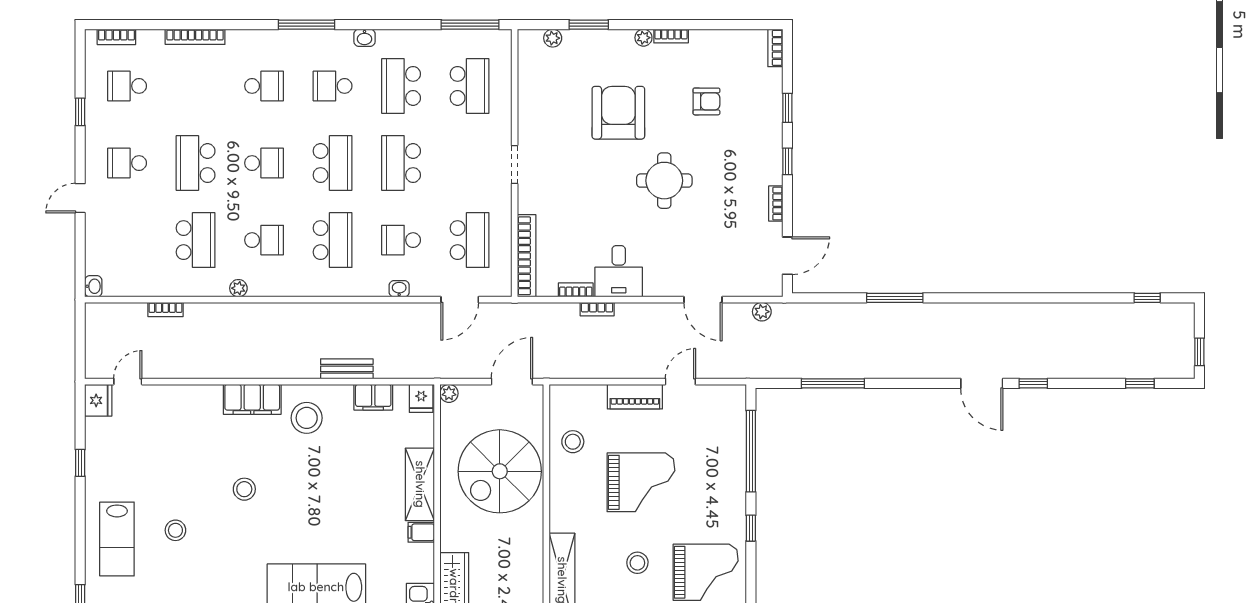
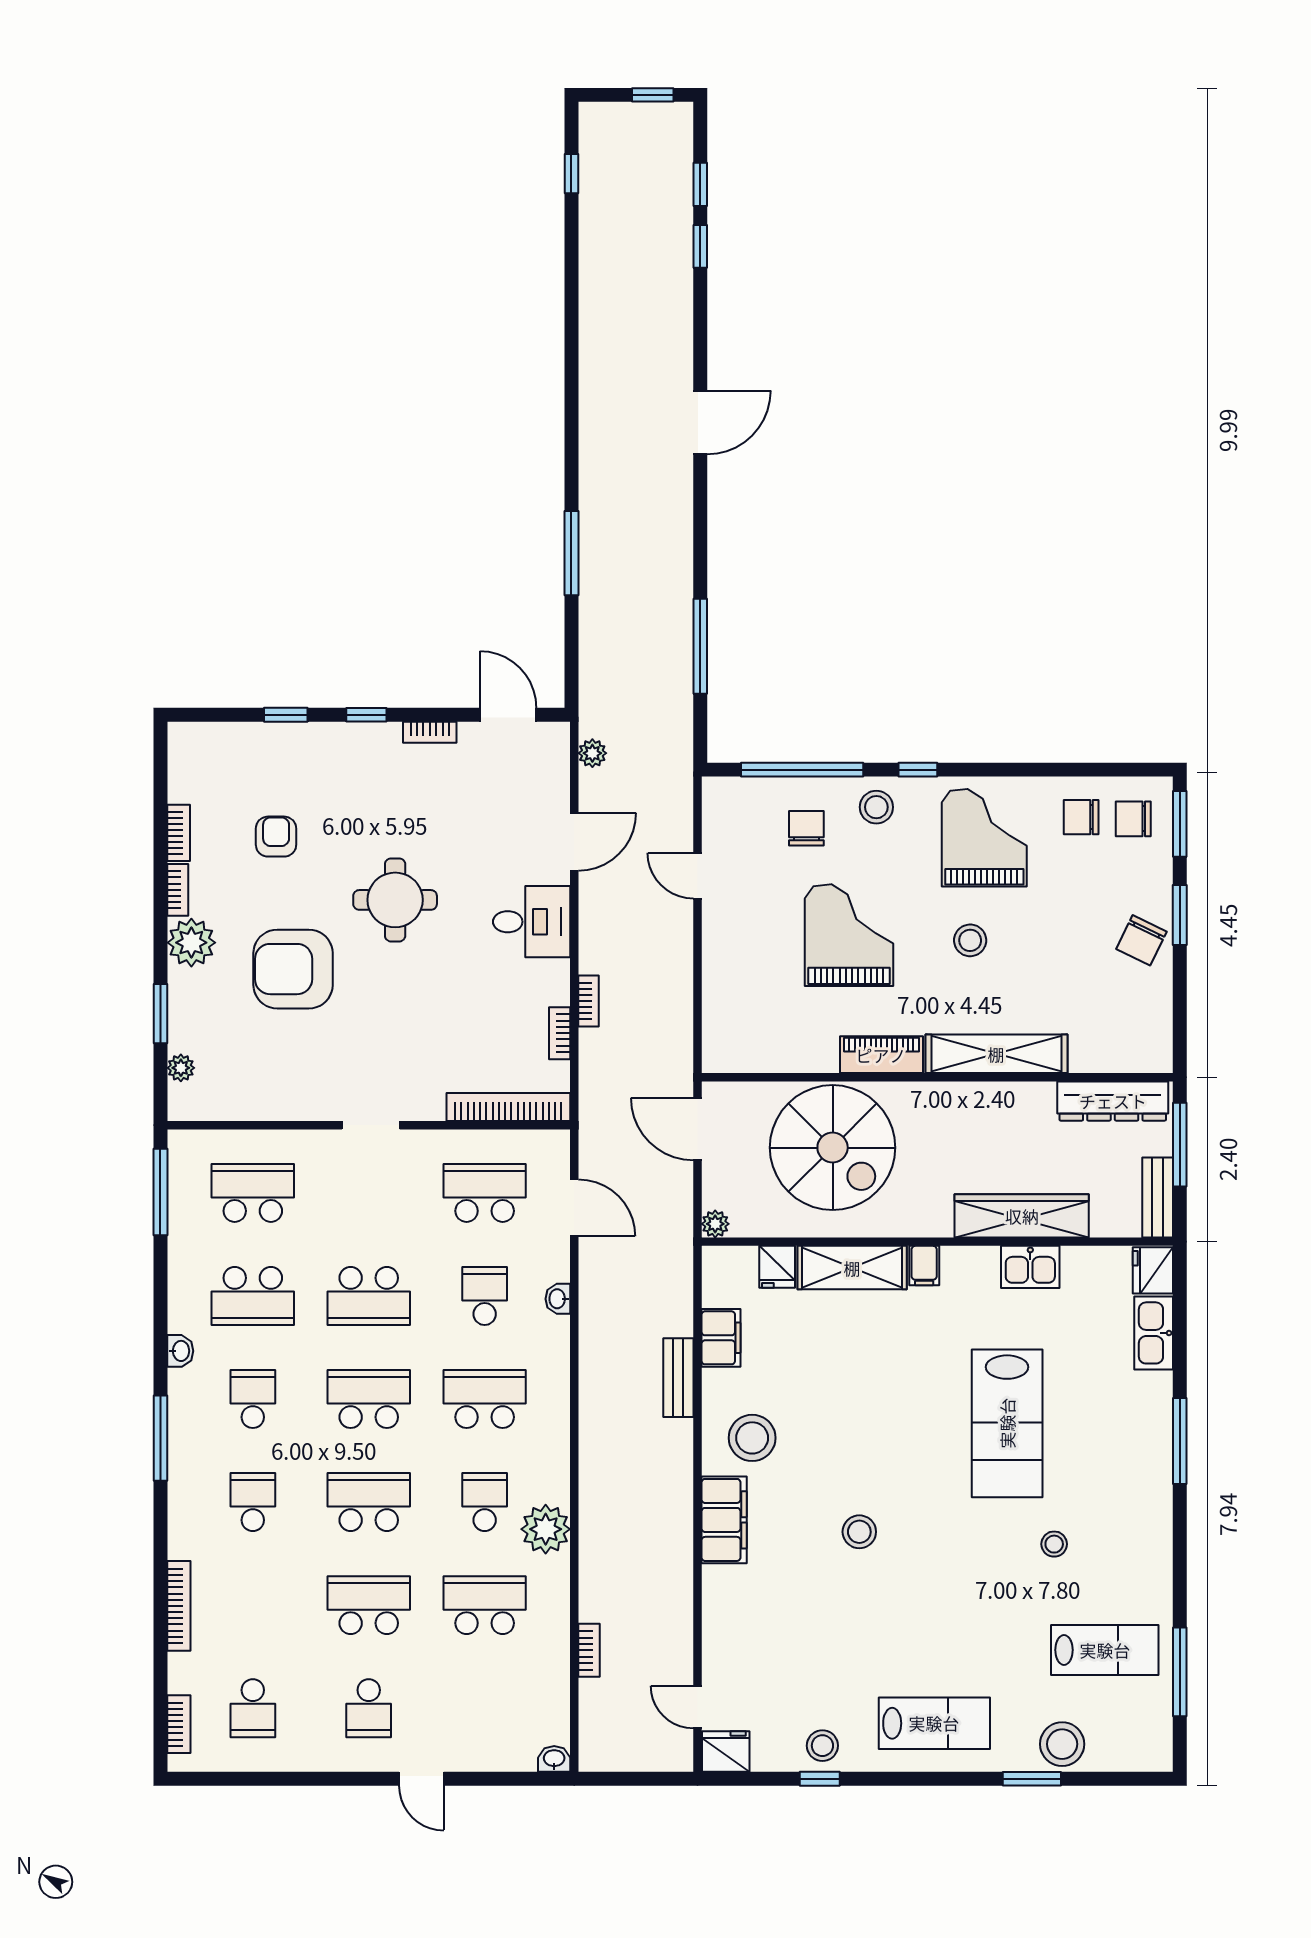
plant: (643, 38) -> (191, 943), width x1.87, depth x1.87
bookcase: (775, 48) -> (179, 833), moved, turned -90
school desk: (333, 86) -> (253, 1399), turned 180
window: (80, 112) -> (292, 1779), removed
school desk: (196, 163) -> (369, 1605), turned 180
school desk: (264, 163) -> (369, 1502), width x1.85
school desk: (401, 240) -> (485, 1296), turned 180
desk: (619, 271) -> (532, 922), moved
plant: (238, 288) -> (546, 1529), width x1.87, depth x1.87
window: (1033, 383) -> (700, 246), moved
piano: (635, 397) -> (881, 1055), moved, turned -90
fridge: (421, 398) -> (777, 1267), moved, turned 90
stool: (573, 442) -> (876, 807), moved
chair: (712, 454) -> (806, 828), added
stool: (175, 530) -> (822, 1746), moved

